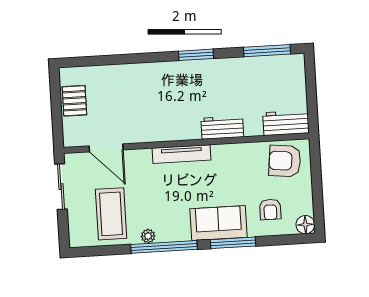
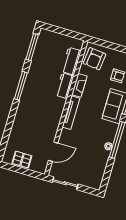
window: (196, 55) -> (21, 86), width x1.44
workbench: (286, 123) -> (71, 61), moved
fireplace: (232, 152) -> (79, 85), added
coffee table: (111, 214) -> (89, 162), removed

